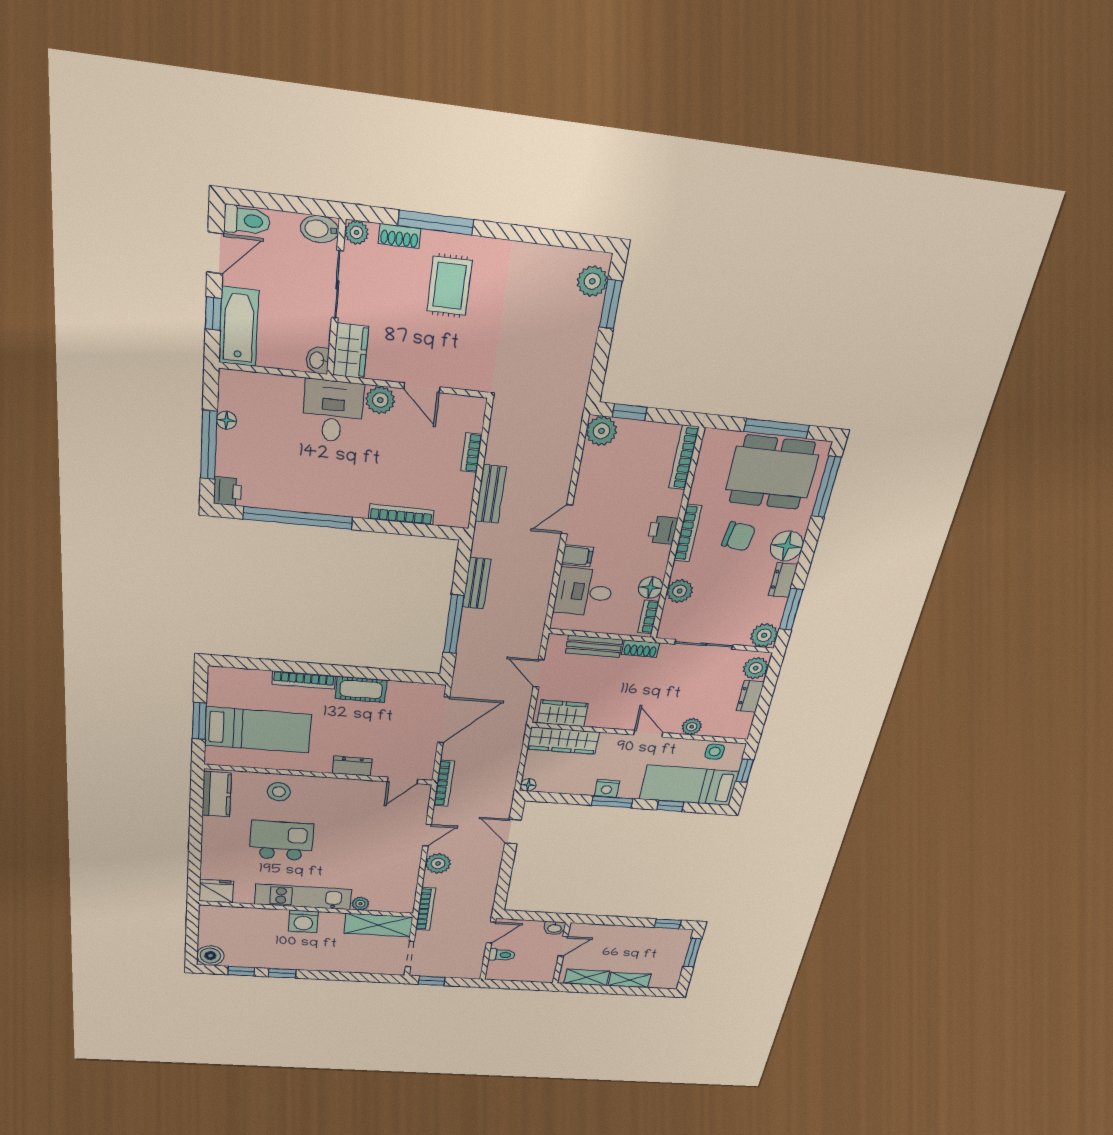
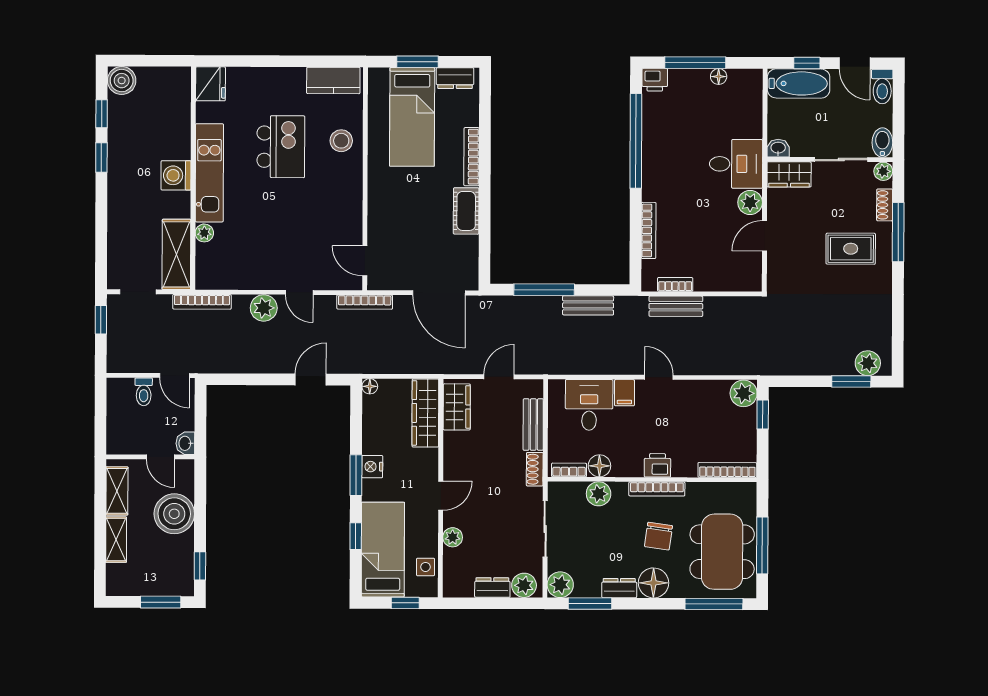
bookcase: (471, 453) -> (675, 284), moved
dresser: (352, 766) -> (455, 78), moved, turned 90
boiler: (616, 939) -> (174, 514), added

